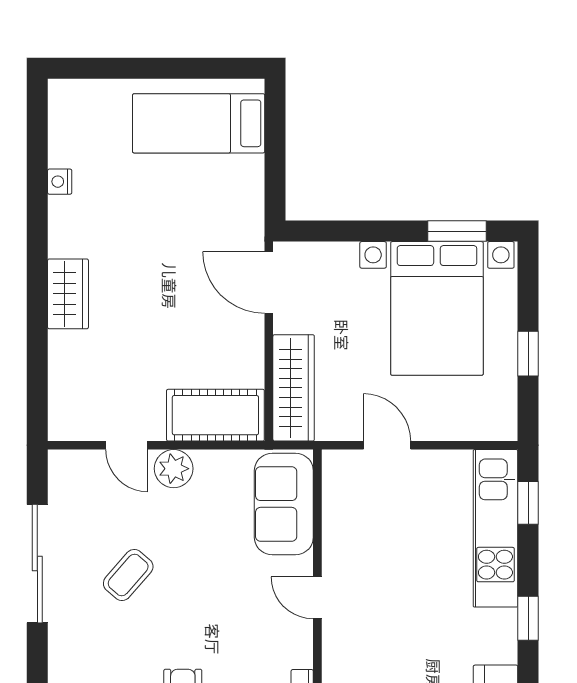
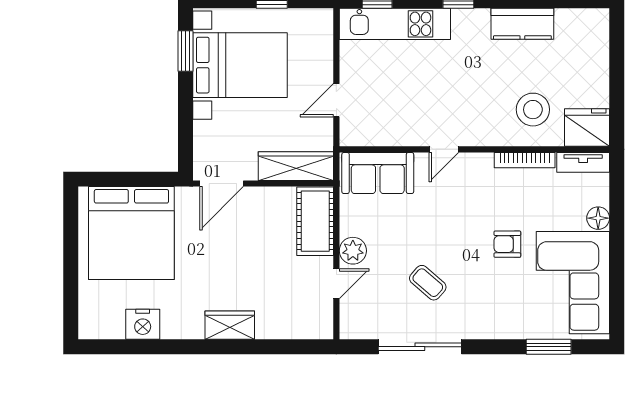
bed: (199, 123) -> (131, 233), width x2.04
nightstand: (60, 182) -> (143, 324), width x1.89, depth x1.79

